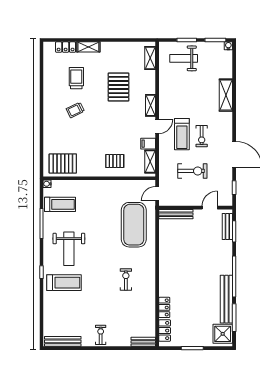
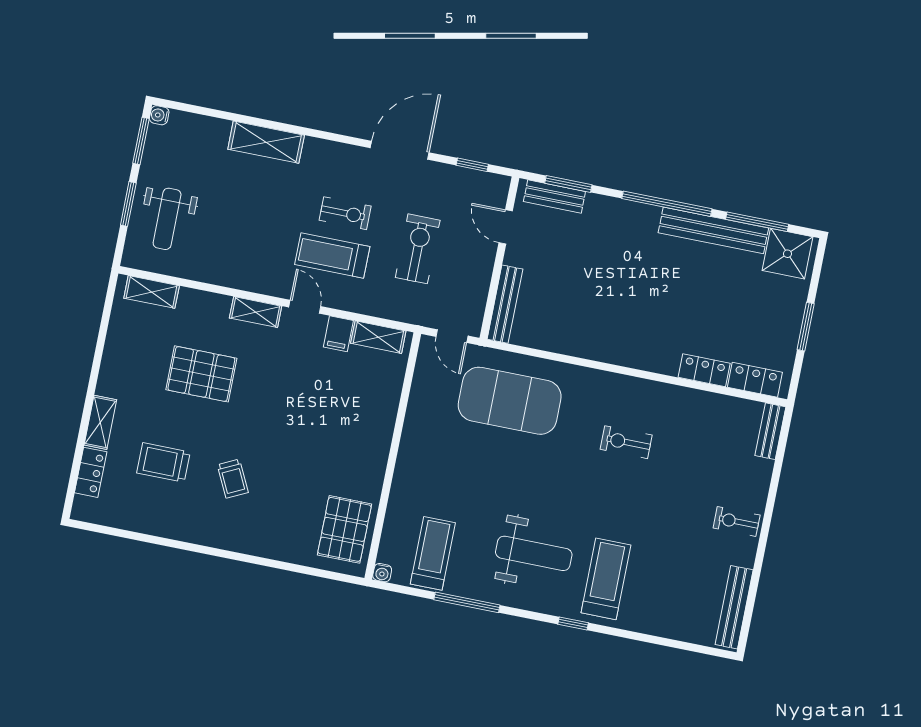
treadmill: (182, 134) -> (332, 256), turned 180
pallet: (115, 161) -> (362, 414), removed

